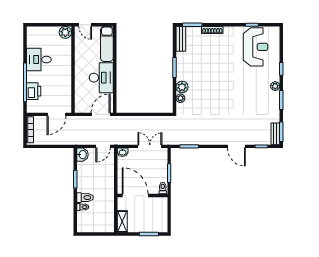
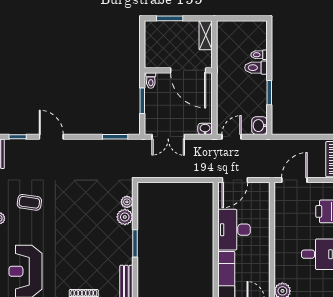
coffee table: (253, 98) -> (29, 202), added

